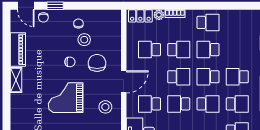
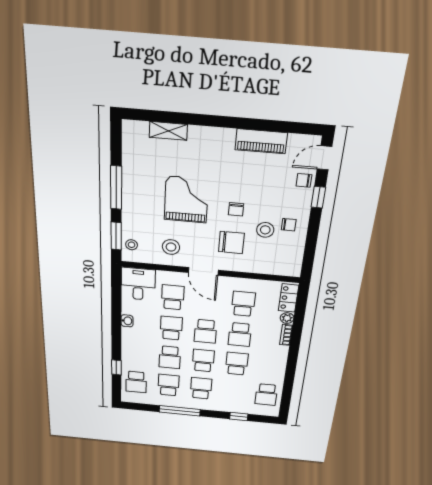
school desk: (208, 22) -> (266, 395), moved
shelving: (16, 80) -> (168, 131), moved
school desk: (237, 104) -> (168, 385), turned 180

